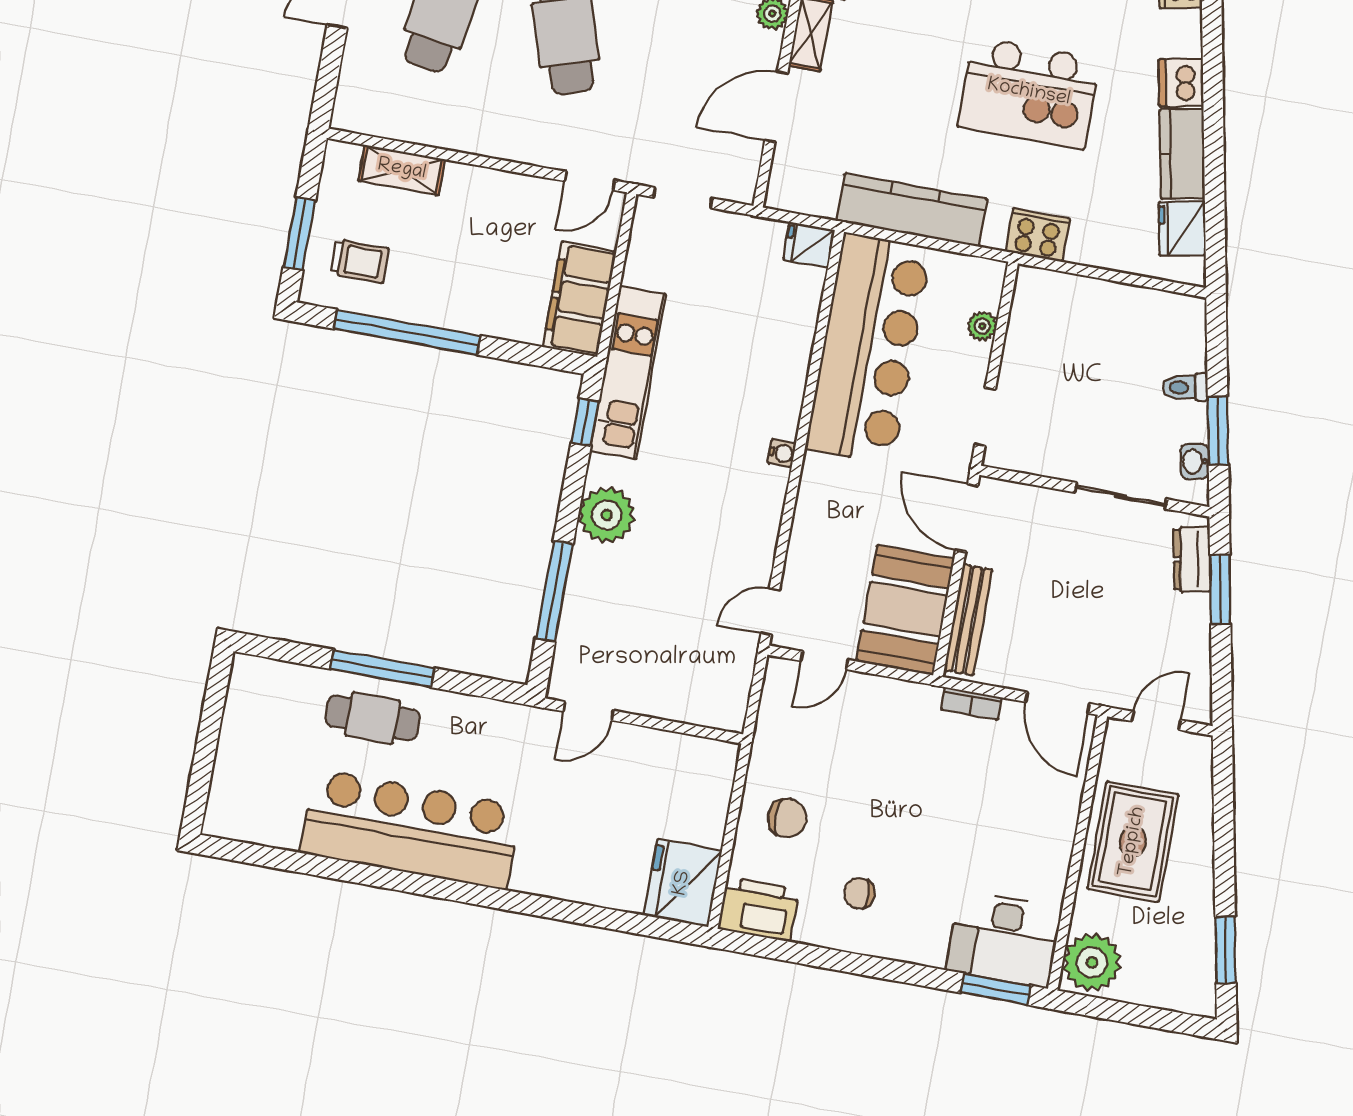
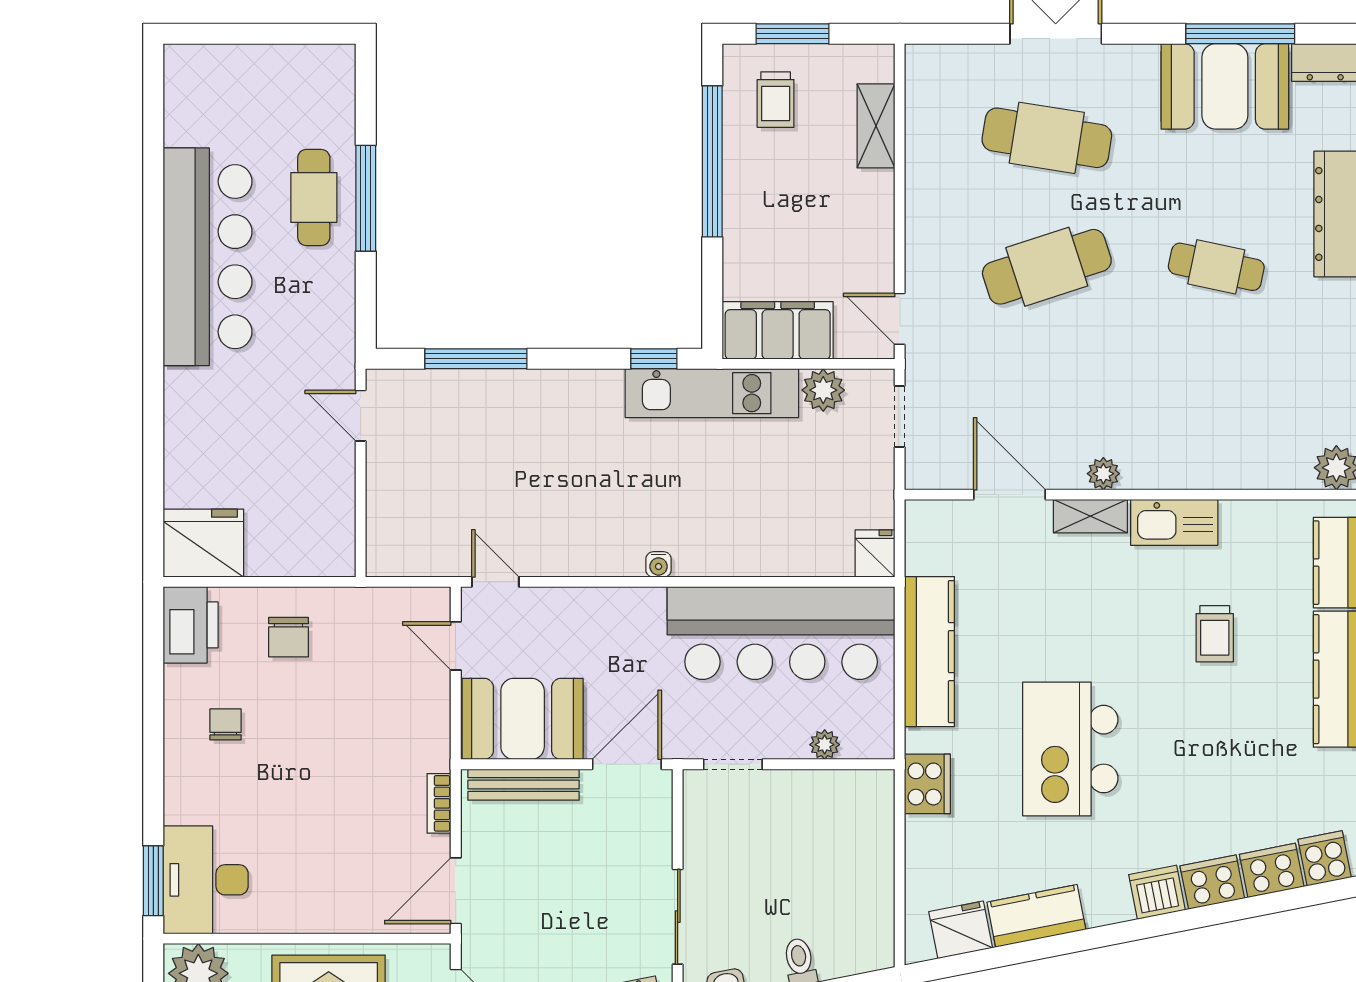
dishwasher: (1181, 83) -> (1157, 892), moved
plant: (607, 515) -> (823, 390), moved, width x0.73, depth x0.73

